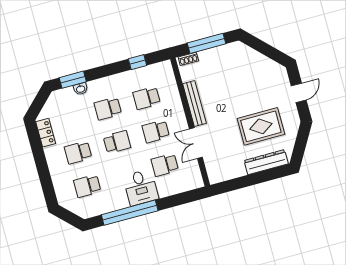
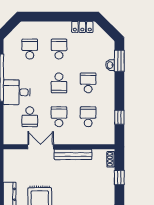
window: (206, 43) -> (119, 177), width x0.46
school desk: (165, 165) -> (30, 117), turned 180

